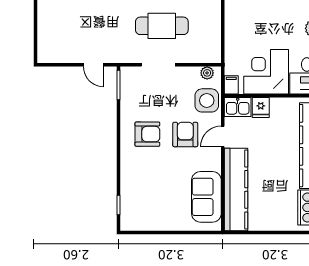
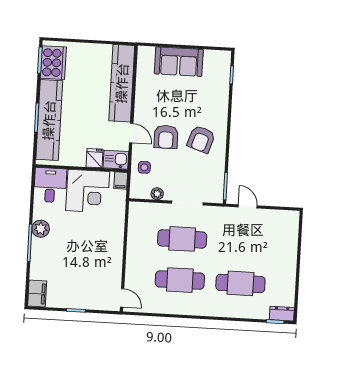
plant: (207, 73) -> (157, 194), moved
side table: (207, 100) -> (144, 167), width x0.54, depth x0.54
armchair: (147, 134) -> (201, 139), turned -72
door: (223, 136) -> (131, 133), hinge flipped
sofa: (206, 197) -> (179, 62), moved, turned 90

